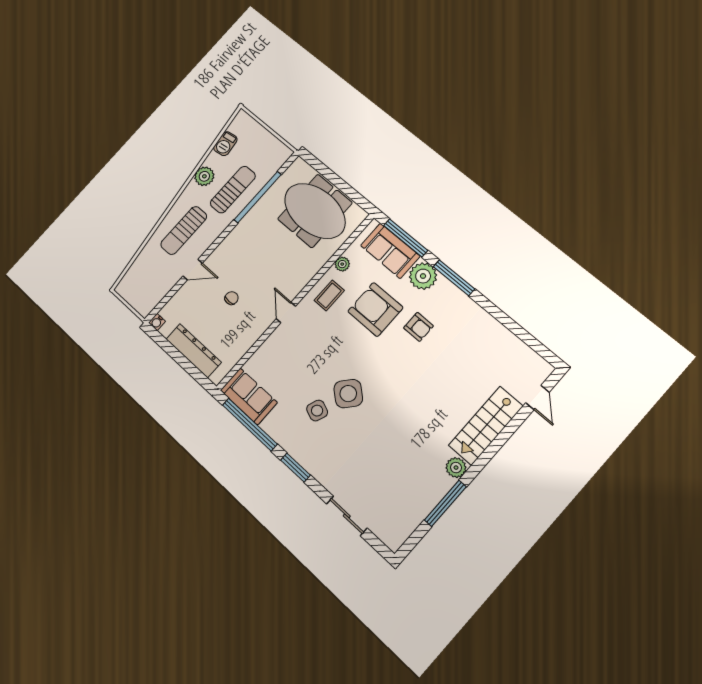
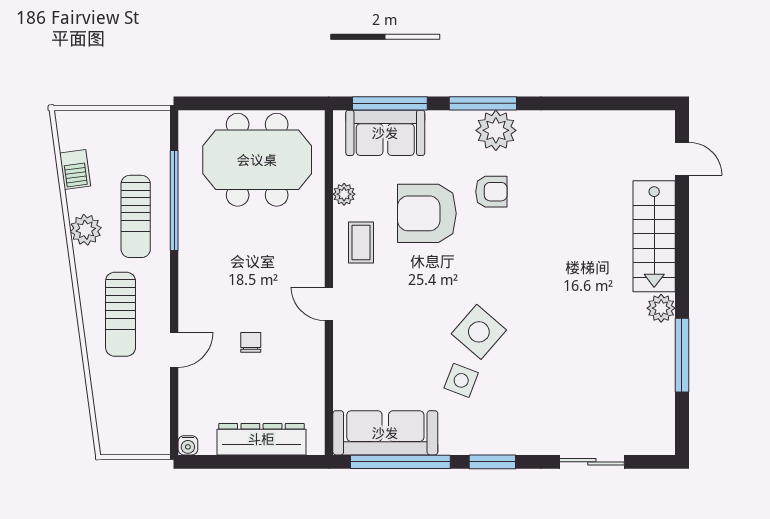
sun lounger: (233, 190) -> (136, 216), turned 180
plant: (423, 276) -> (496, 130), moved
sofa: (249, 396) -> (385, 433), width x1.36

